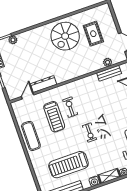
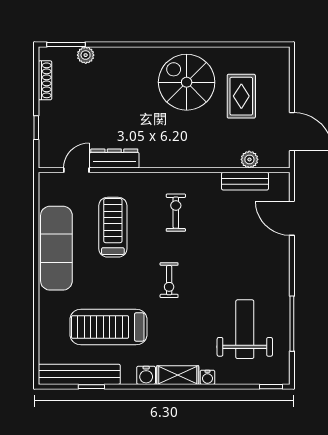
spiral stairs: (65, 36) -> (187, 82), turned 90
exercise bike: (70, 107) -> (176, 213), moved
treadmill: (54, 117) -> (113, 227), turned 180
exercise mat: (31, 136) -> (56, 248), width x1.36, depth x1.45

